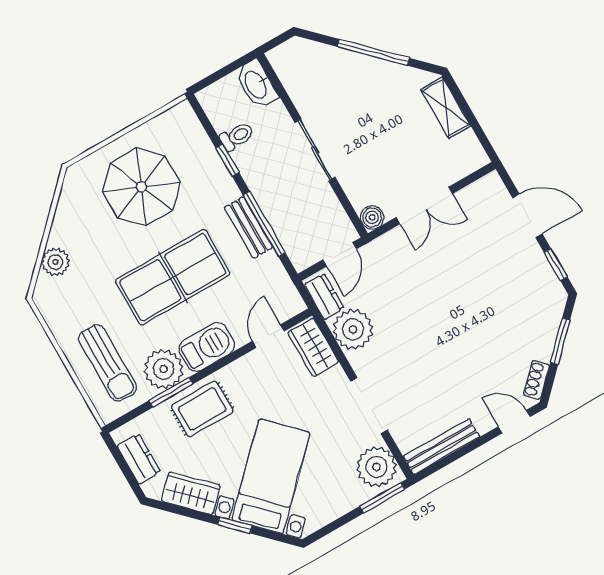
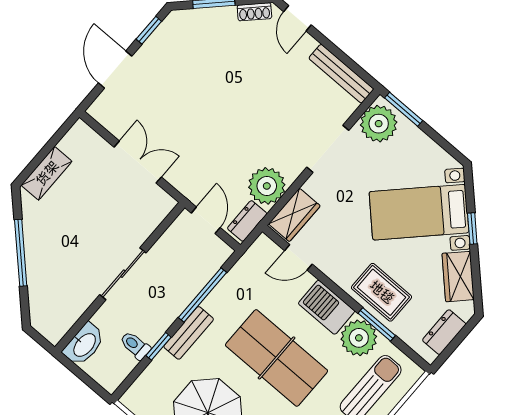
boiler: (372, 217) -> (164, 204), removed
bench: (248, 227) -> (189, 333), moved
door: (340, 254) -> (206, 220), hinge flipped

